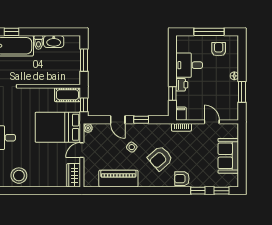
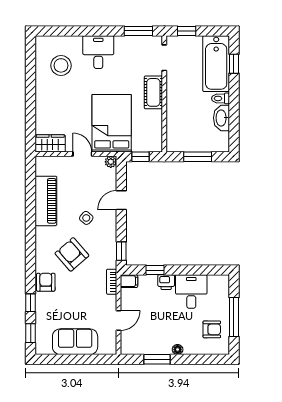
cot: (67, 95) -> (153, 92), moved
window: (141, 120) -> (121, 251), moved
stool: (19, 176) -> (61, 65), moved

